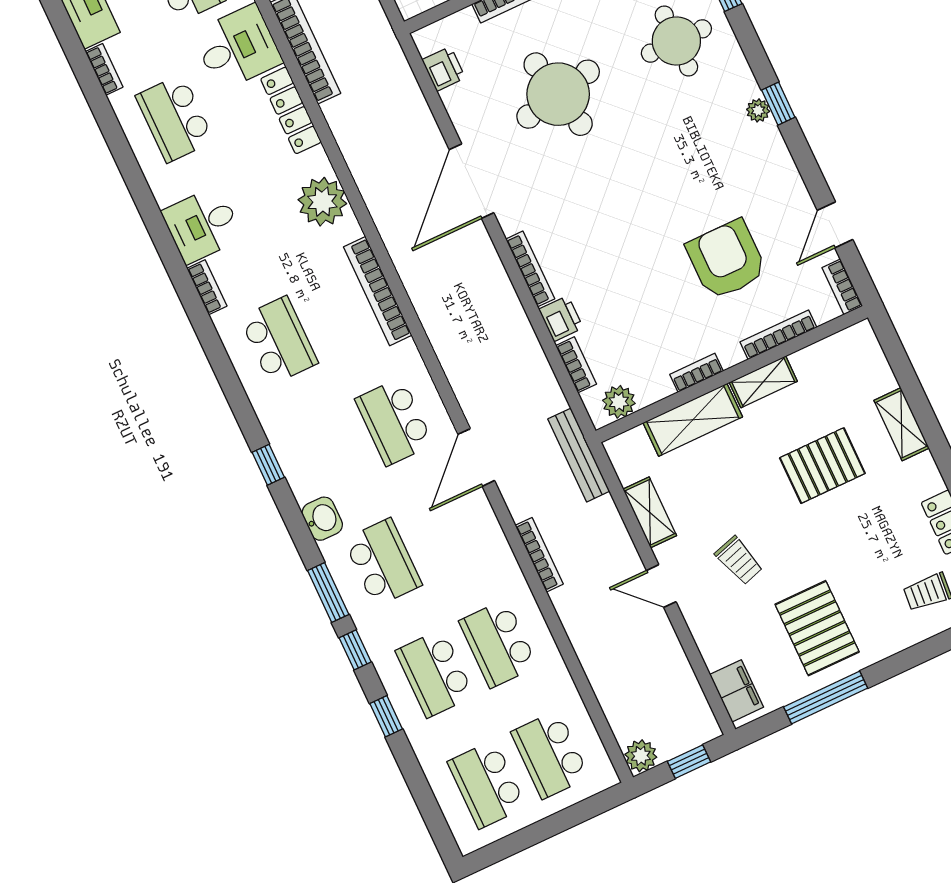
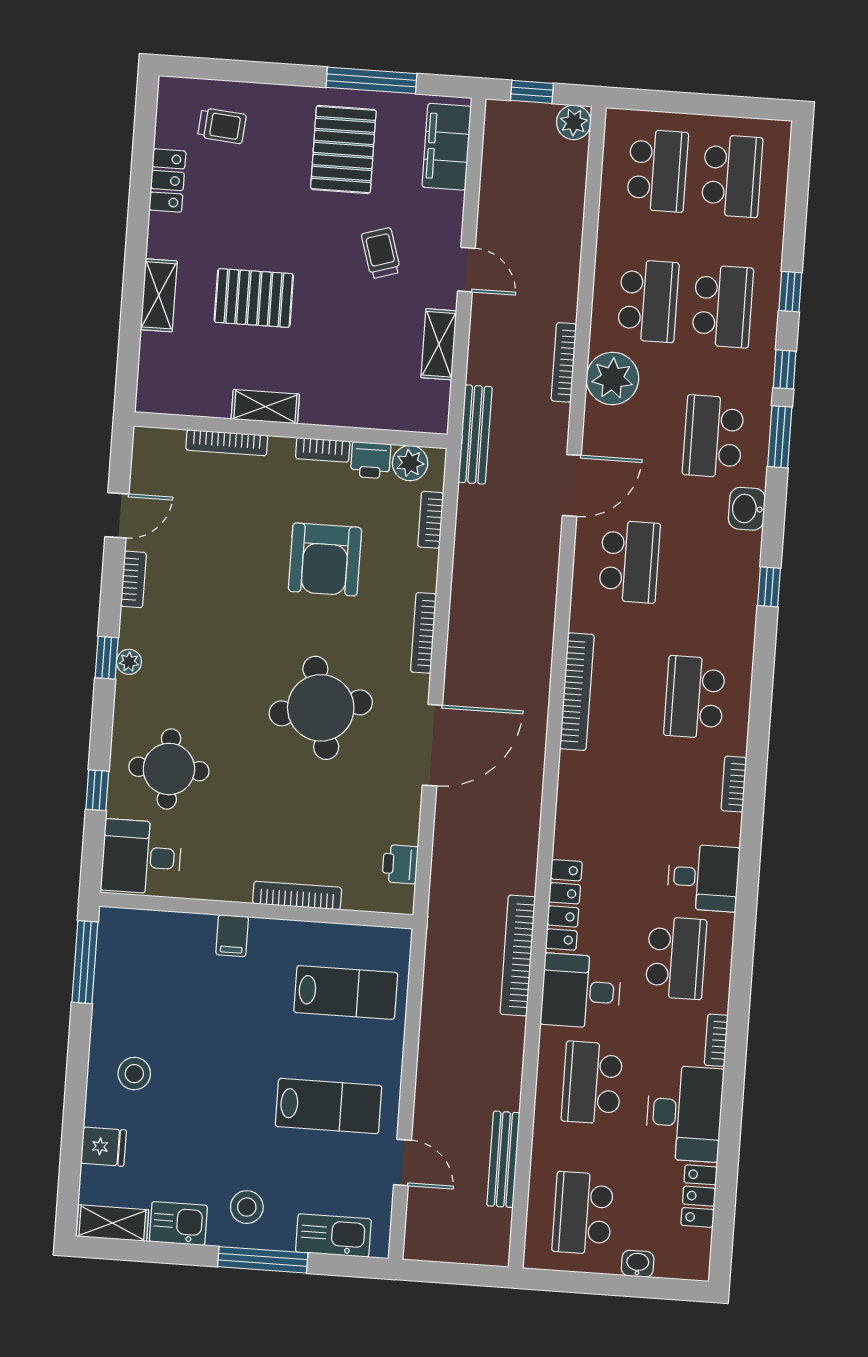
round table: (558, 94) -> (321, 708), moved
plant: (322, 202) -> (612, 378), moved
desk: (202, 225) -> (703, 878), moved
armchair: (726, 260) -> (325, 559), moved
bookcase: (842, 287) -> (133, 579), moved
printer: (561, 319) -> (371, 460), moved, turned -90
shelving: (693, 420) -> (351, 408), removed
filing cabinet: (737, 691) -> (447, 147), width x1.50, depth x1.17

